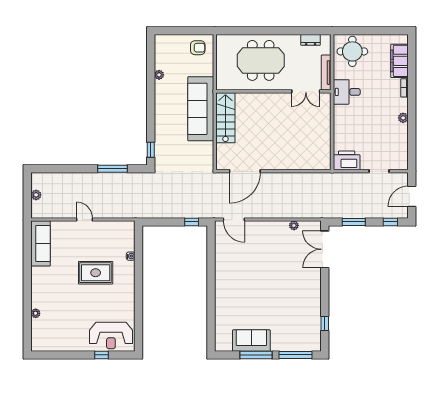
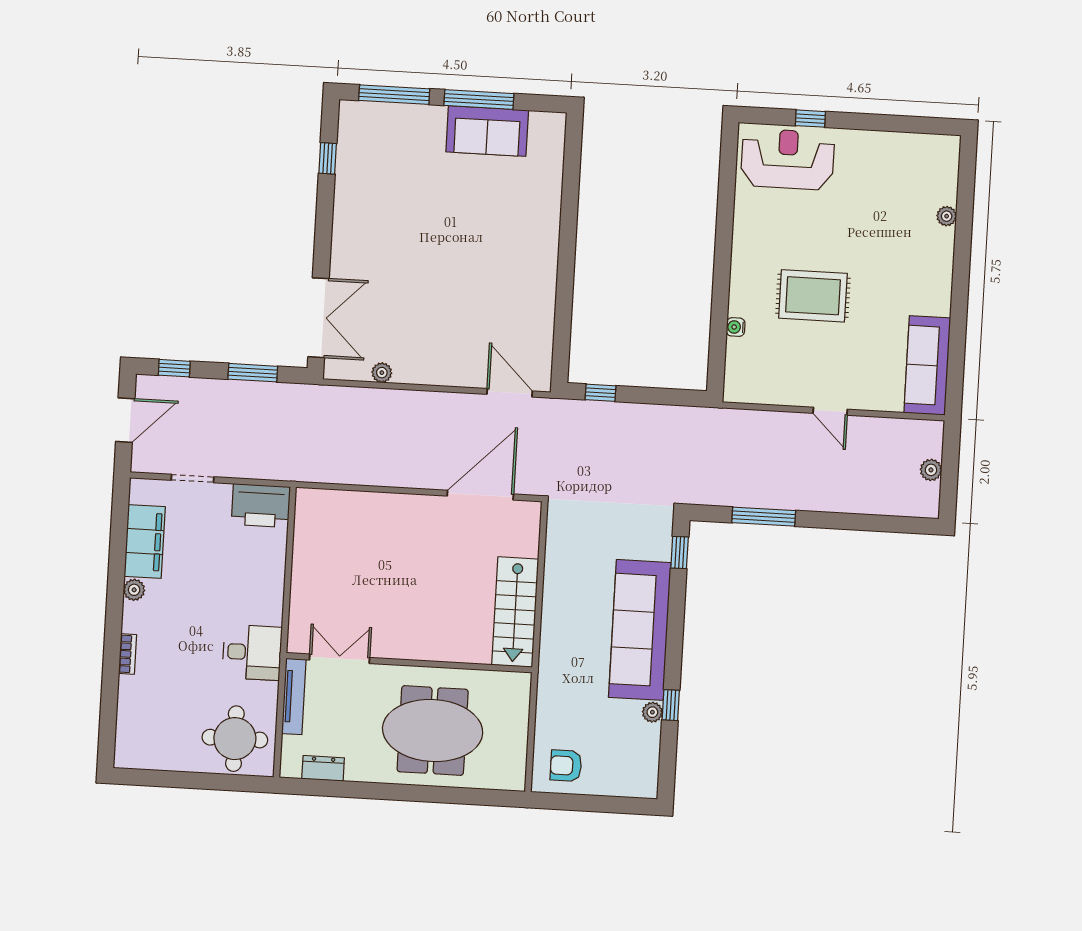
filing cabinet: (400, 61) -> (145, 541), moved
window: (151, 79) -> (671, 705), added
sofa: (201, 109) -> (640, 630), moved, turned 180

